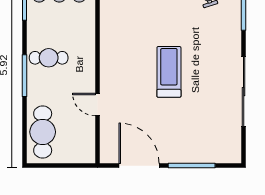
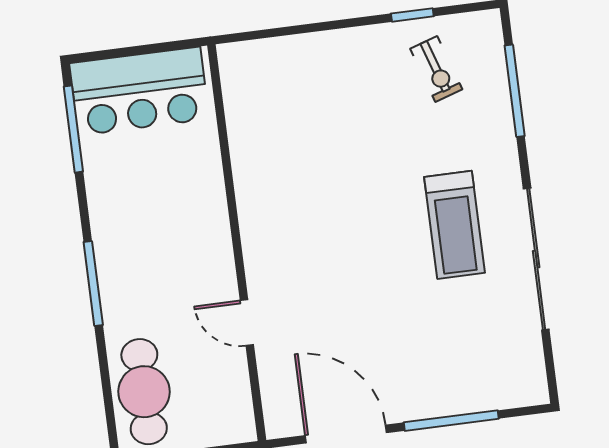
cafe table: (49, 58) -> (137, 241), removed
treadmill: (169, 72) -> (455, 225), moved, turned 180

